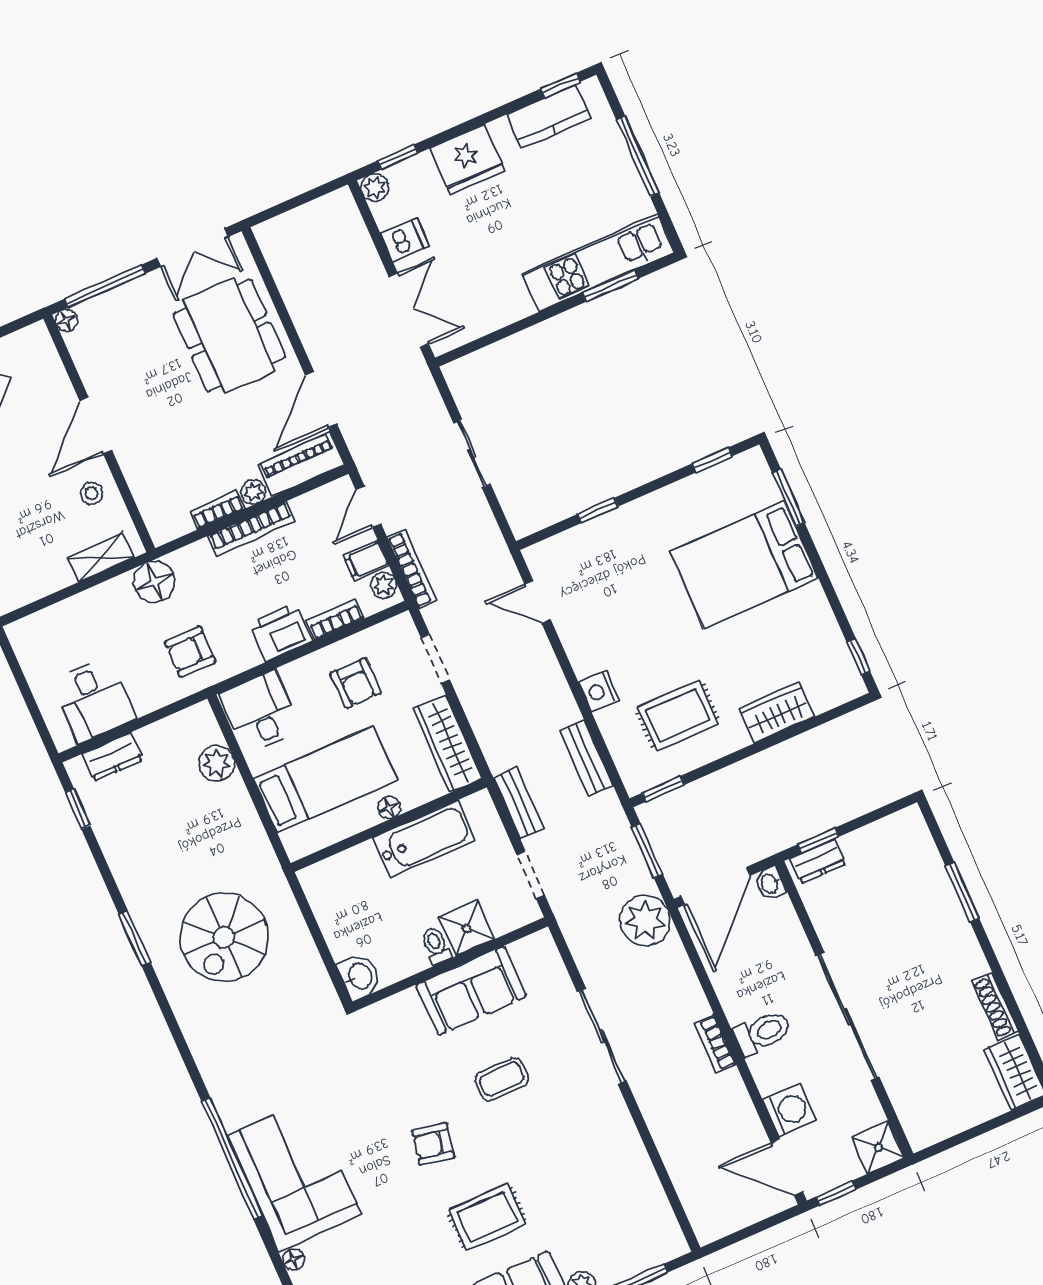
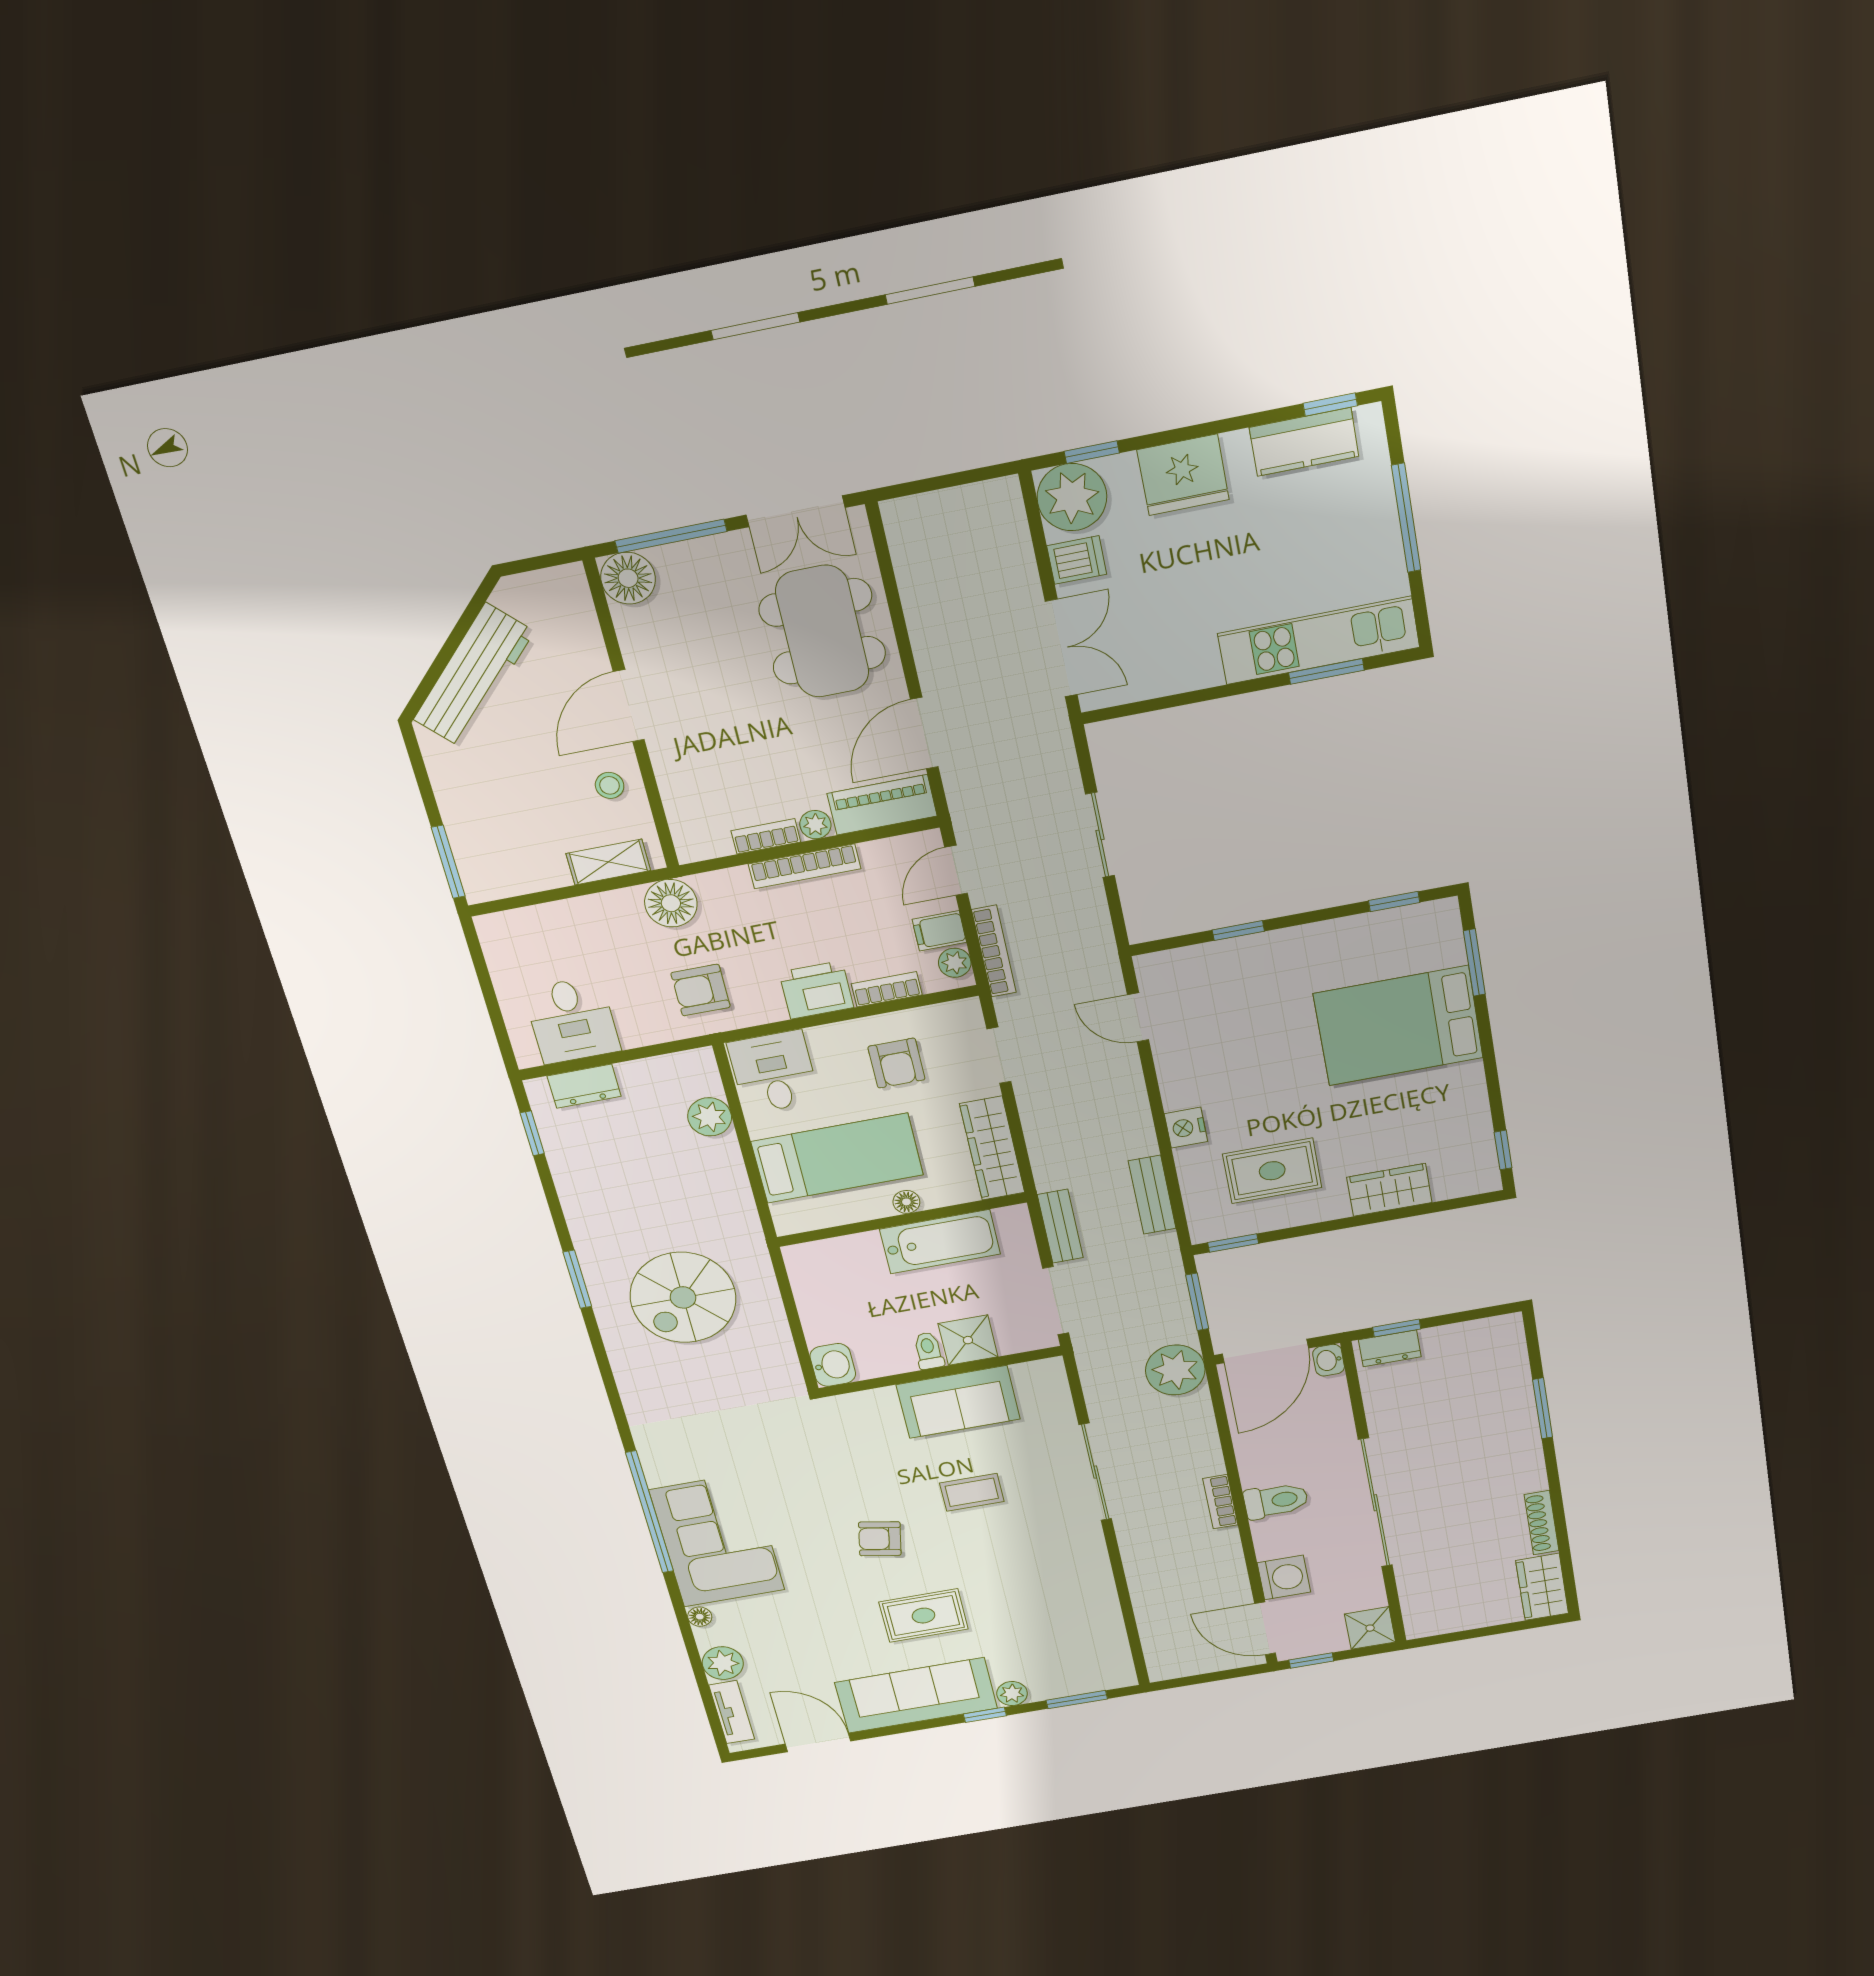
plant: (375, 187) -> (1072, 497), width x1.87, depth x1.87
floor lamp: (66, 320) -> (628, 578), width x1.89, depth x1.89
doorway: (531, 875) -> (1056, 1301), width x1.38

